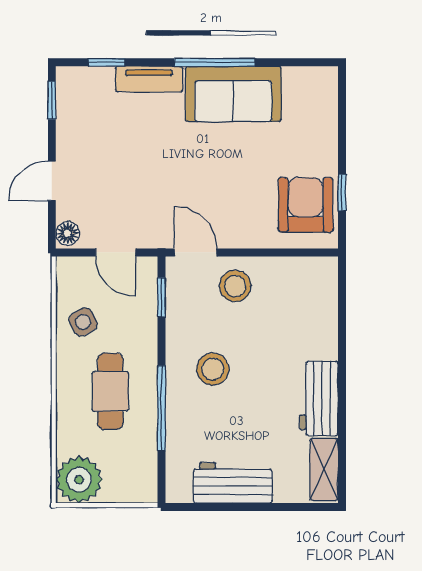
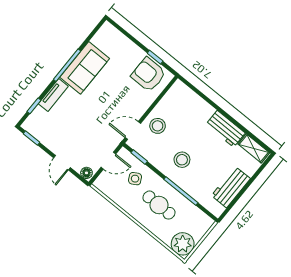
side table: (83, 322) -> (135, 179), moved

